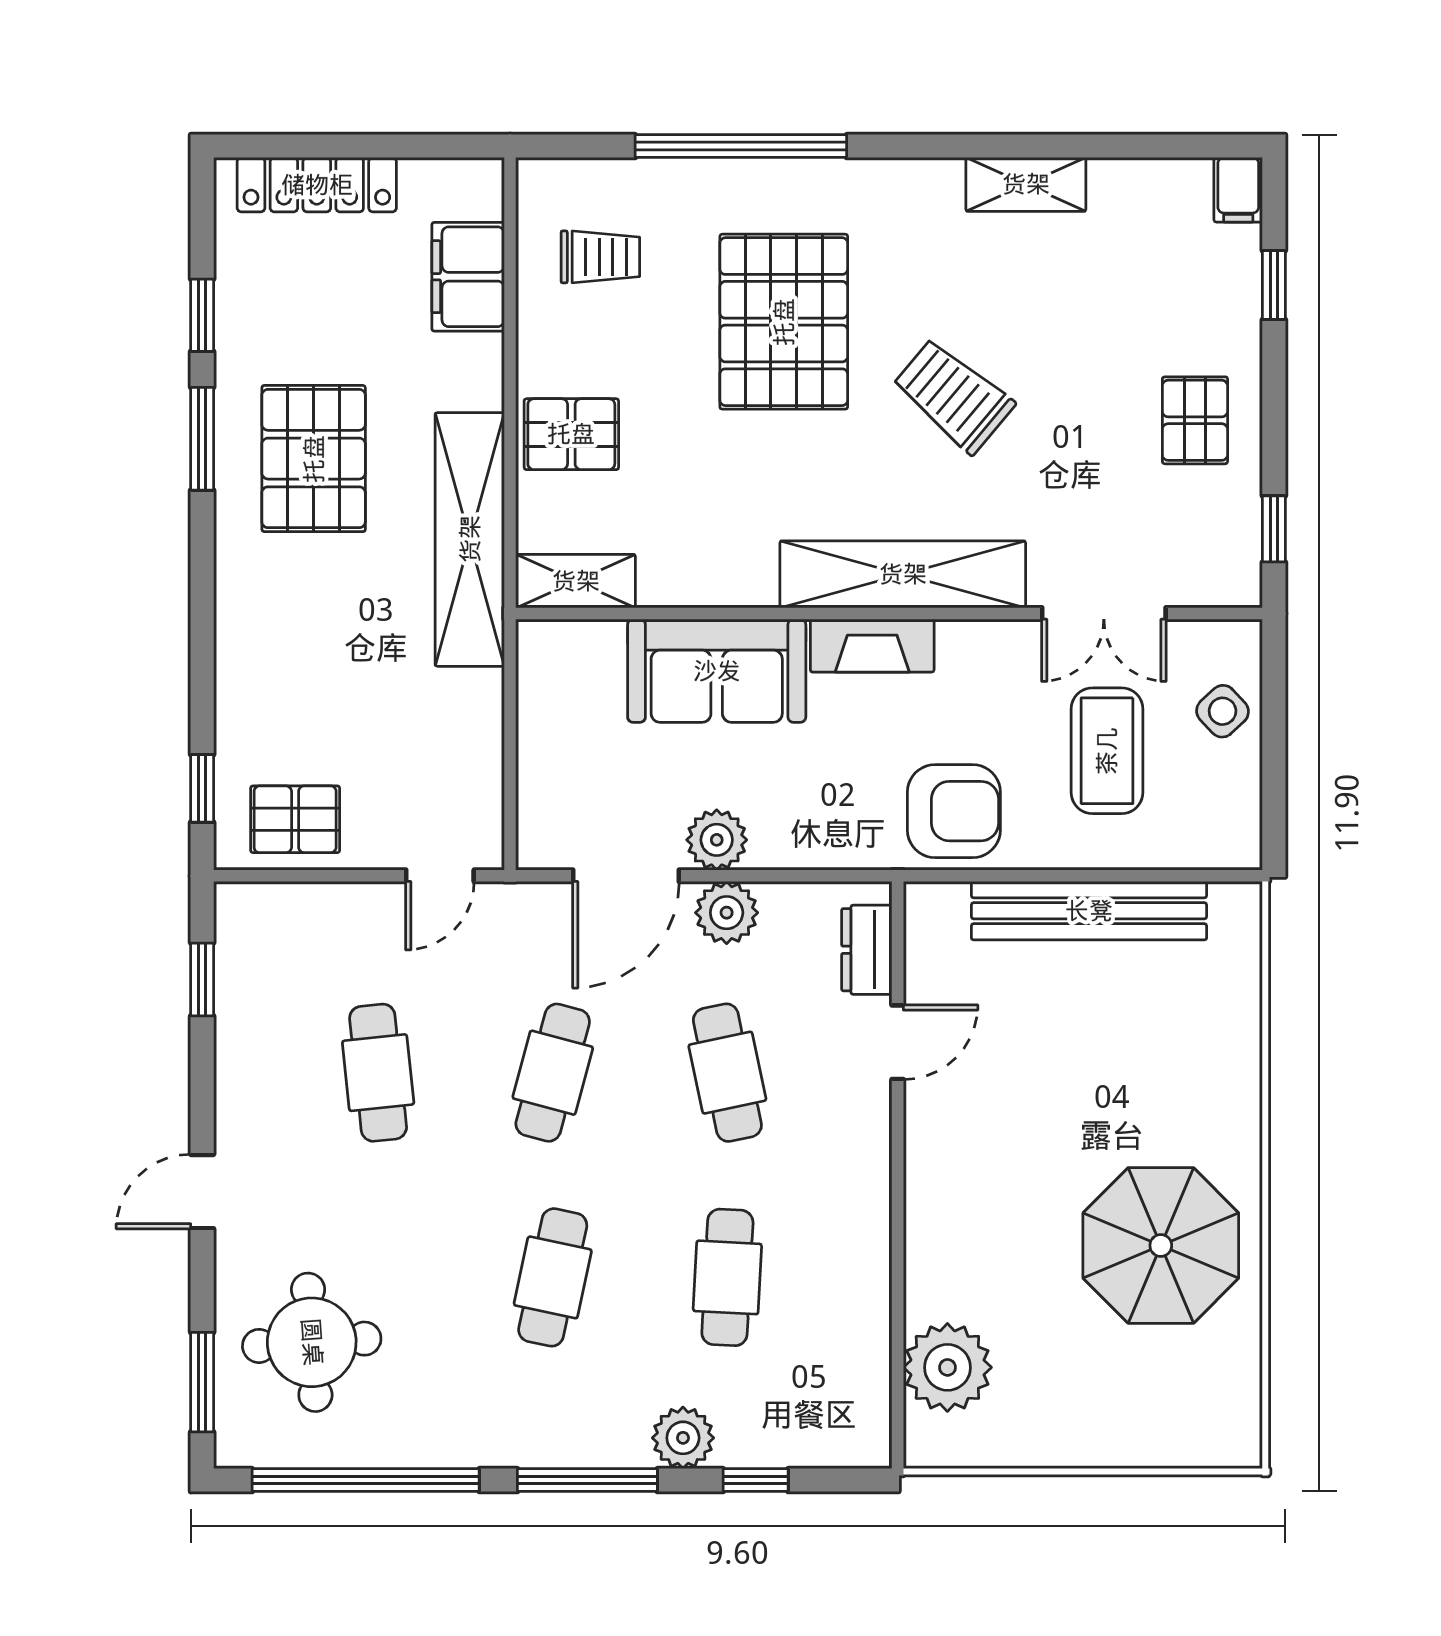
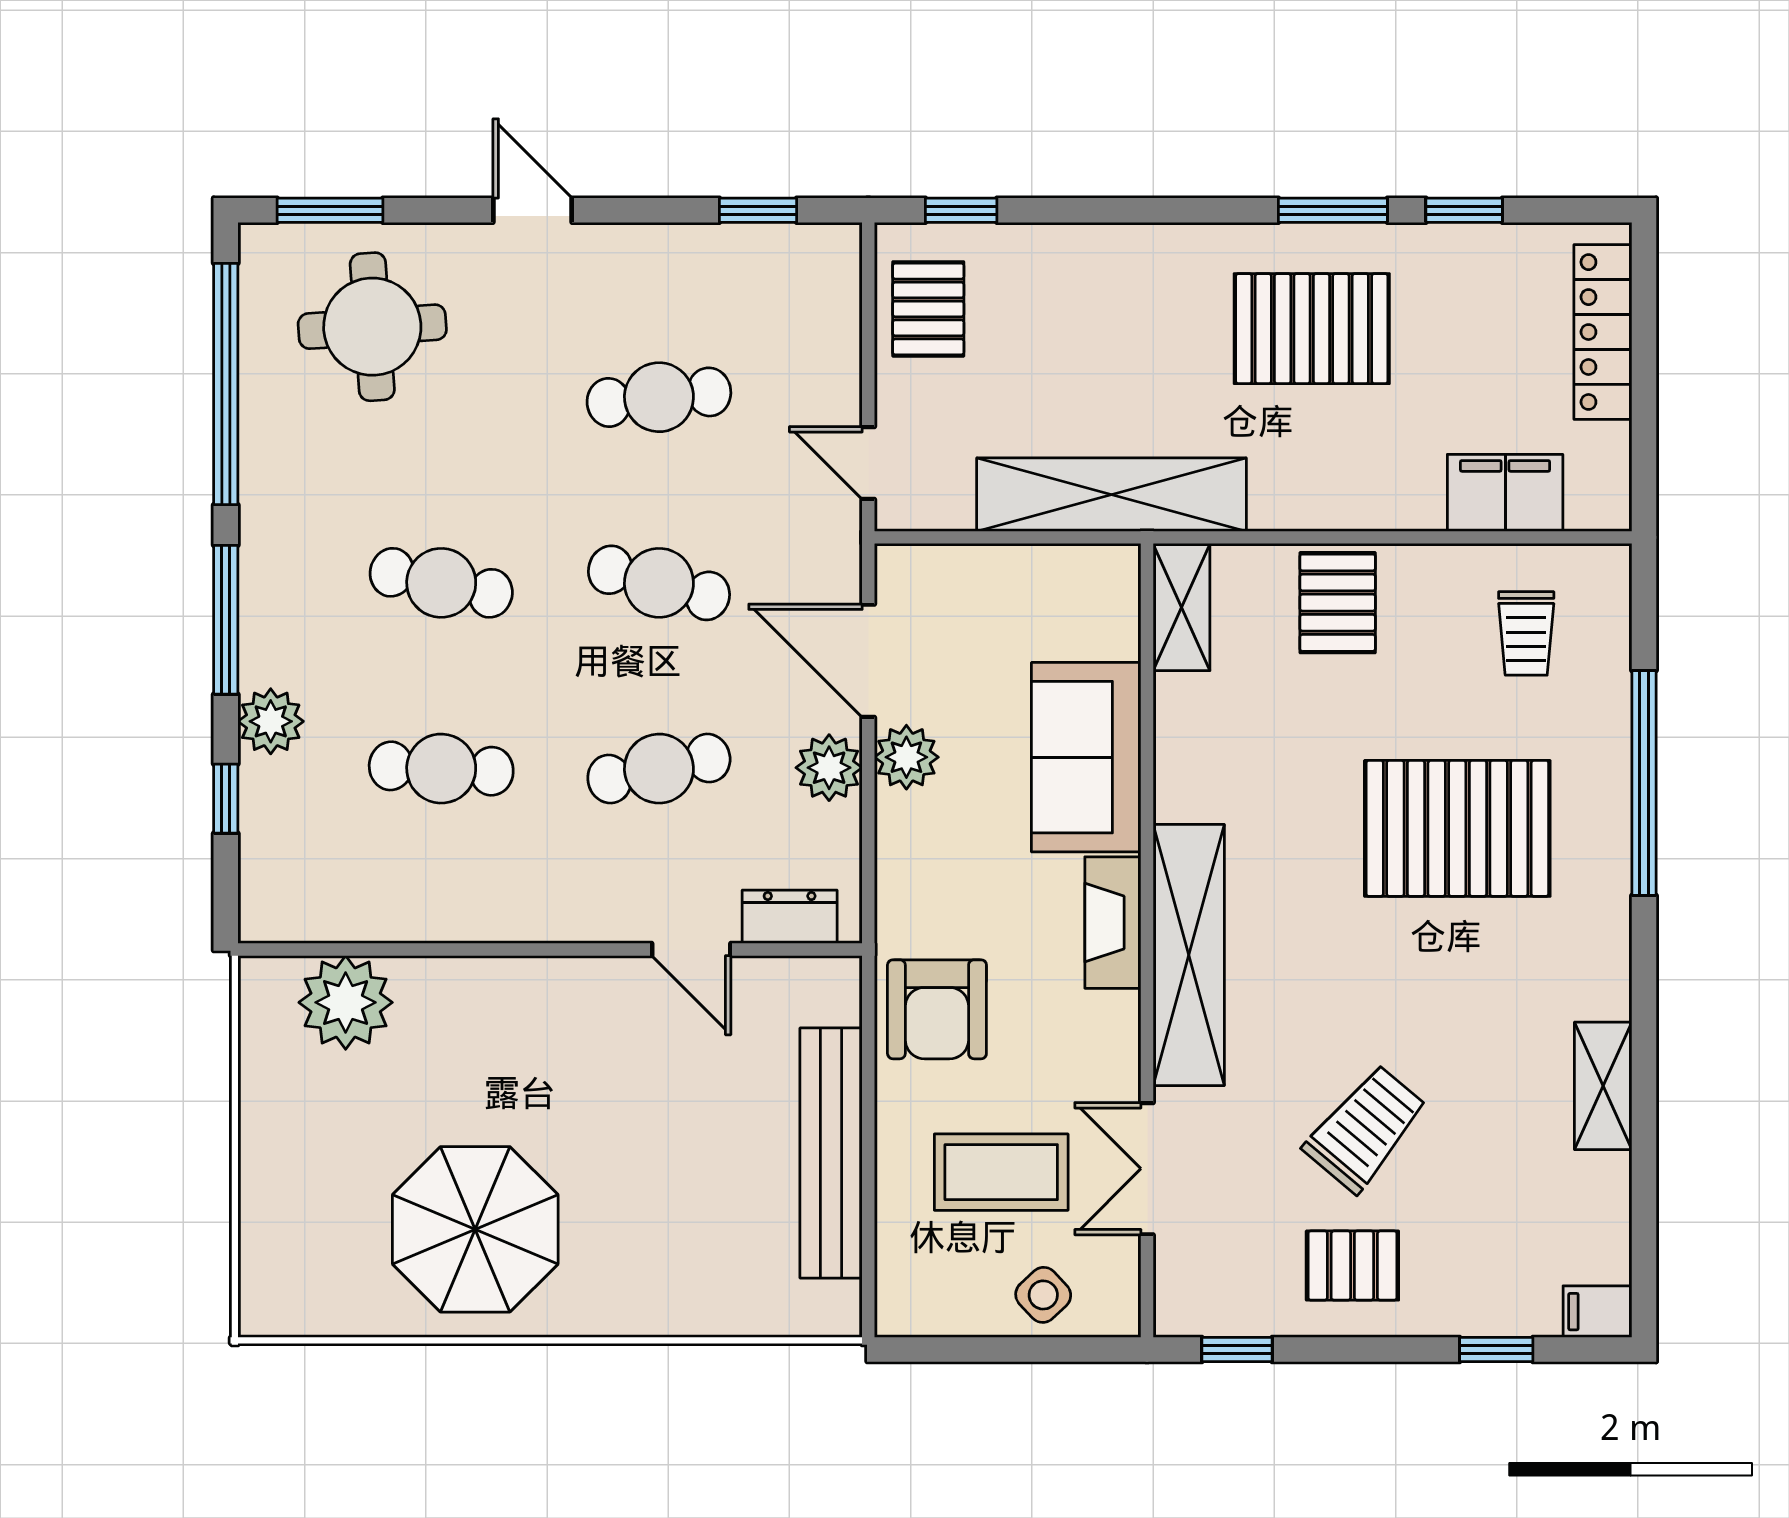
trolley: (953, 396) -> (1365, 1128), moved
shelving: (470, 539) -> (1112, 495), moved

